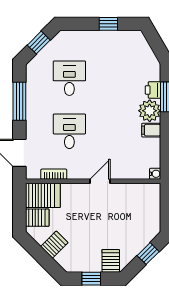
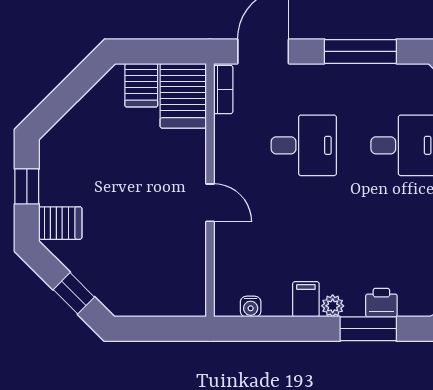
plant: (150, 111) -> (333, 306), width x0.53, depth x0.53
bookcase: (54, 174) -> (223, 89), moved
water cooler: (155, 174) -> (251, 307), moved
server rack: (54, 245) -> (91, 117), removed

